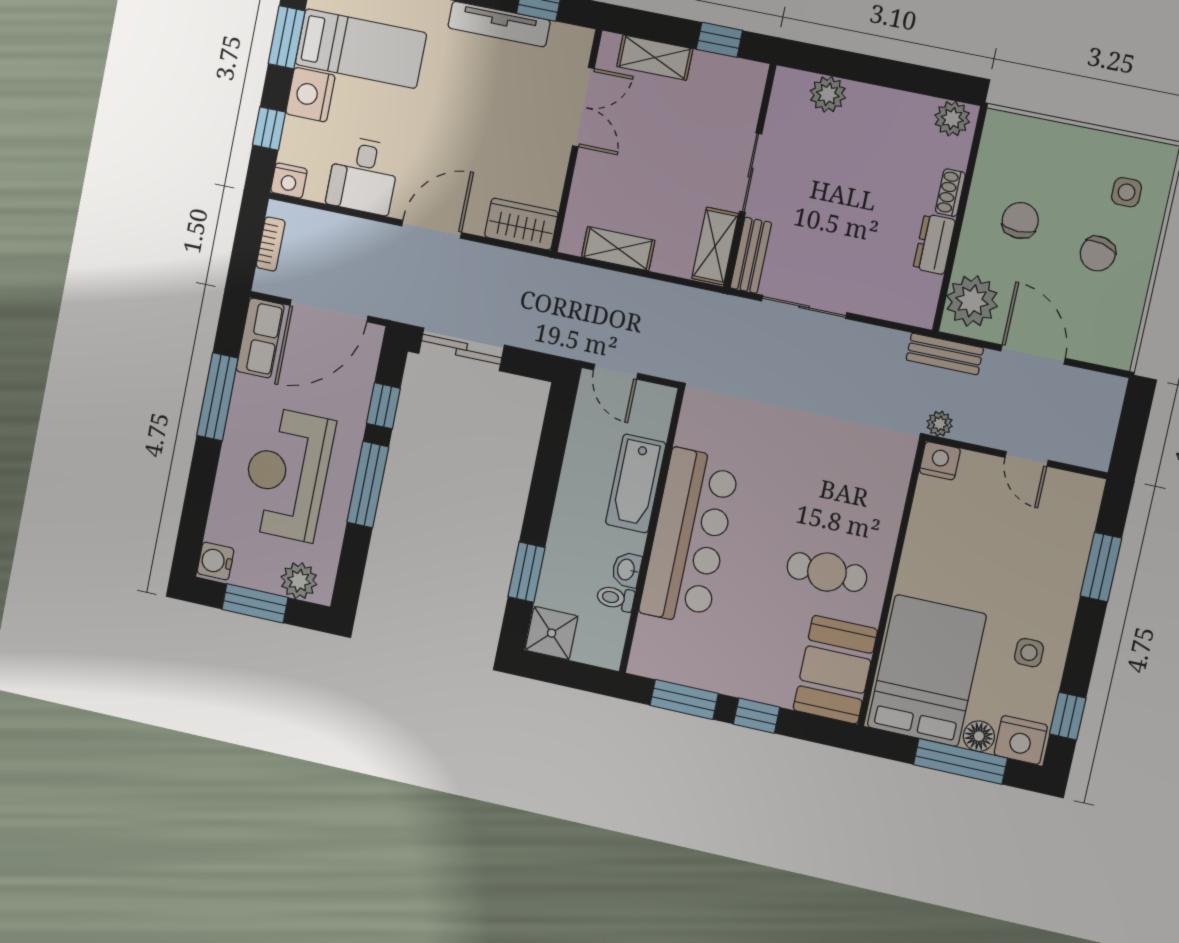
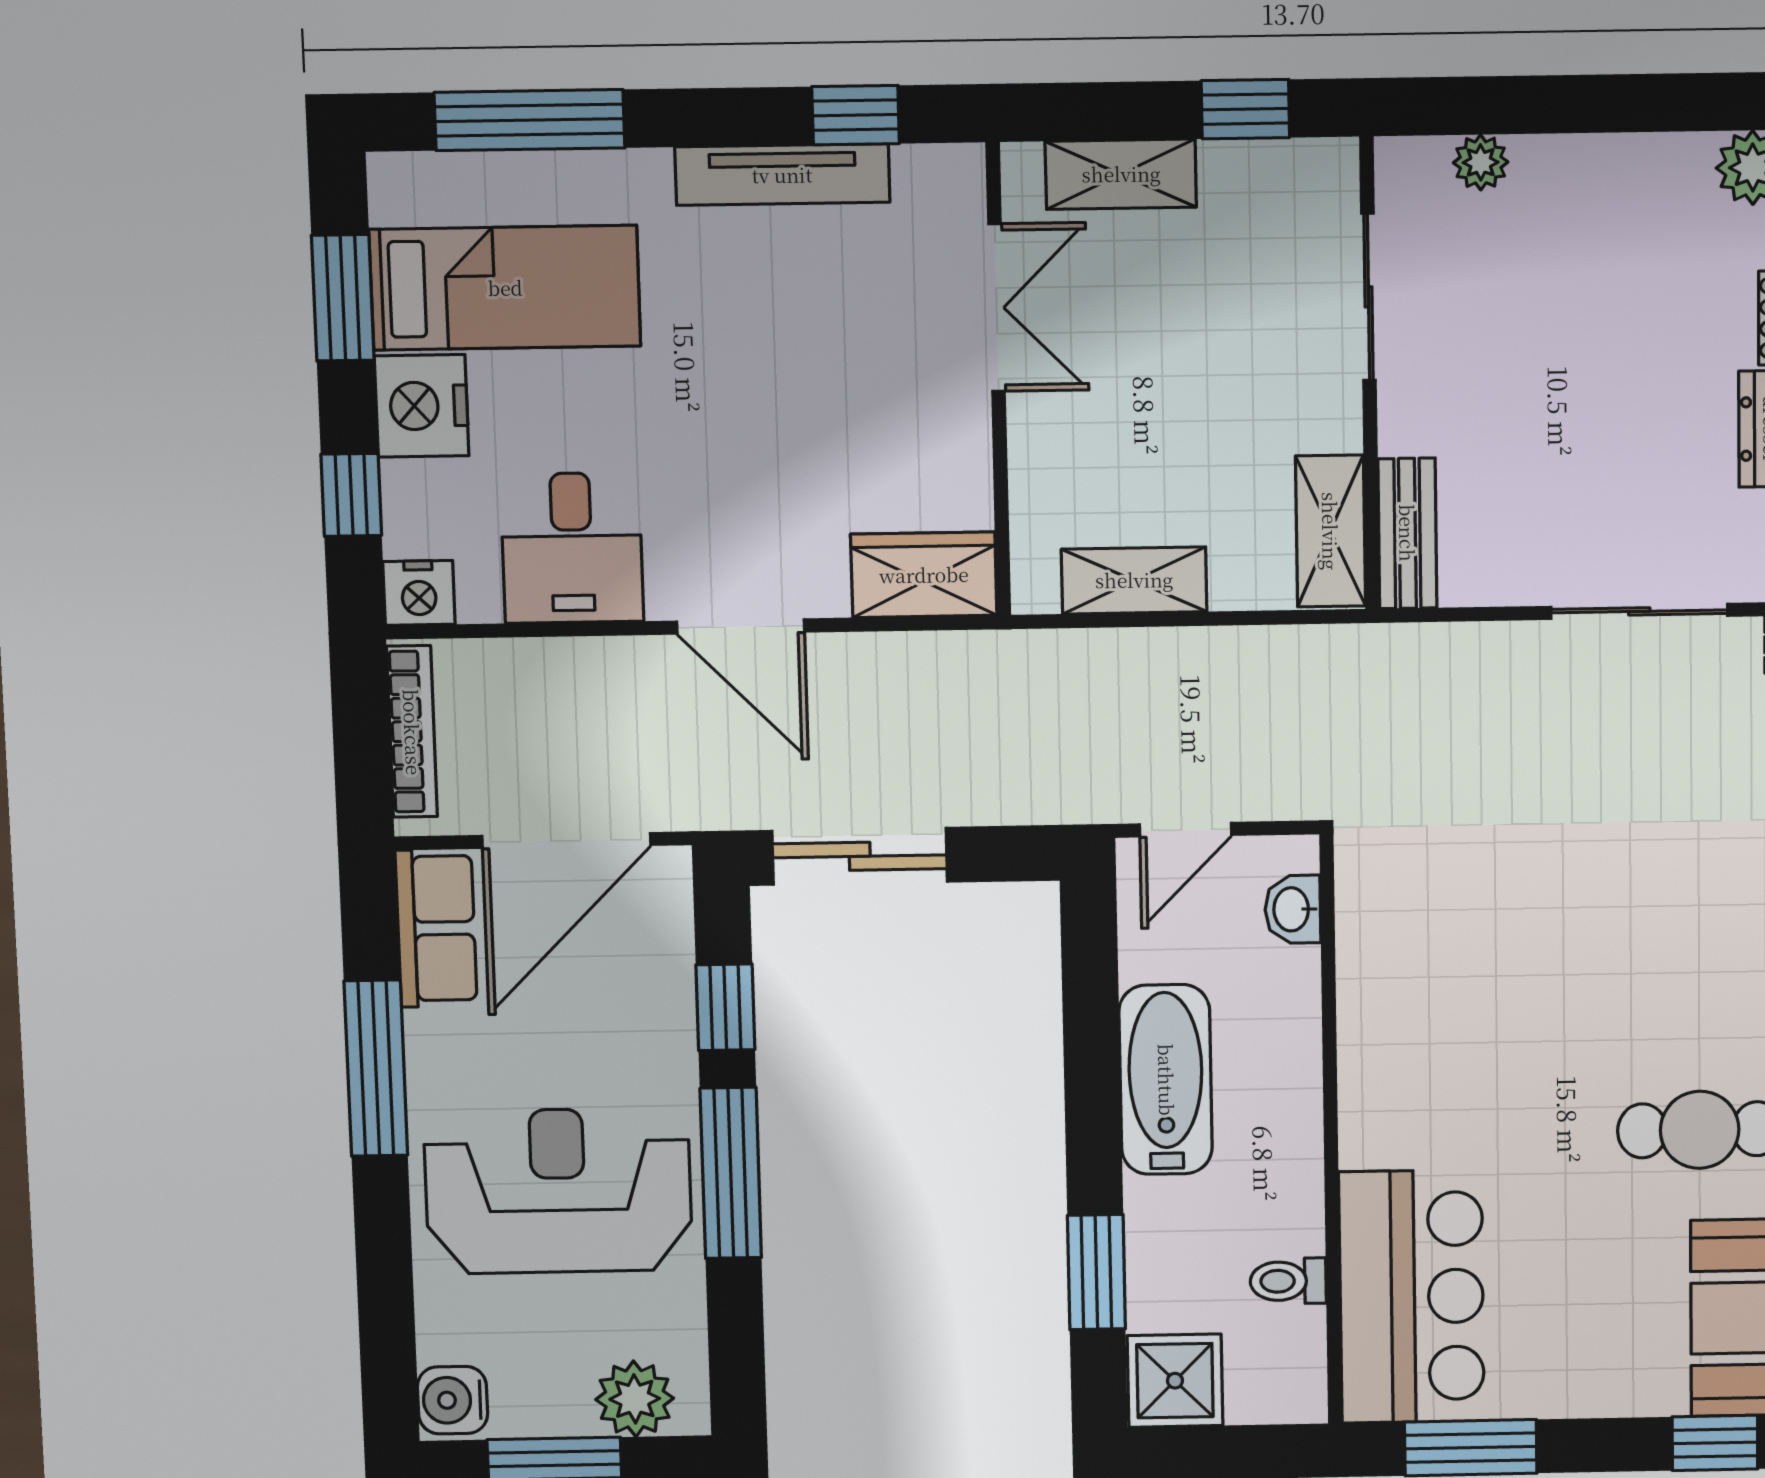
plant: (828, 94) -> (1481, 162), width x0.73, depth x0.73
sliding door: (751, 173) -> (1368, 297), moved
door: (432, 229) -> (741, 627), swing flipped
bookcase: (271, 244) -> (412, 732), width x1.56
sliding door: (804, 307) -> (1639, 611), moved
door: (616, 372) -> (1186, 830), hinge flipped
reception desk: (287, 474) -> (558, 1191), turned 90
bathtub: (636, 483) -> (1166, 1080), moved, turned 180
bar counter: (689, 537) -> (1412, 1297), moved, width x0.73
washbasin: (627, 570) -> (1293, 909), moved
window: (757, 716) -> (1715, 1443), moved

